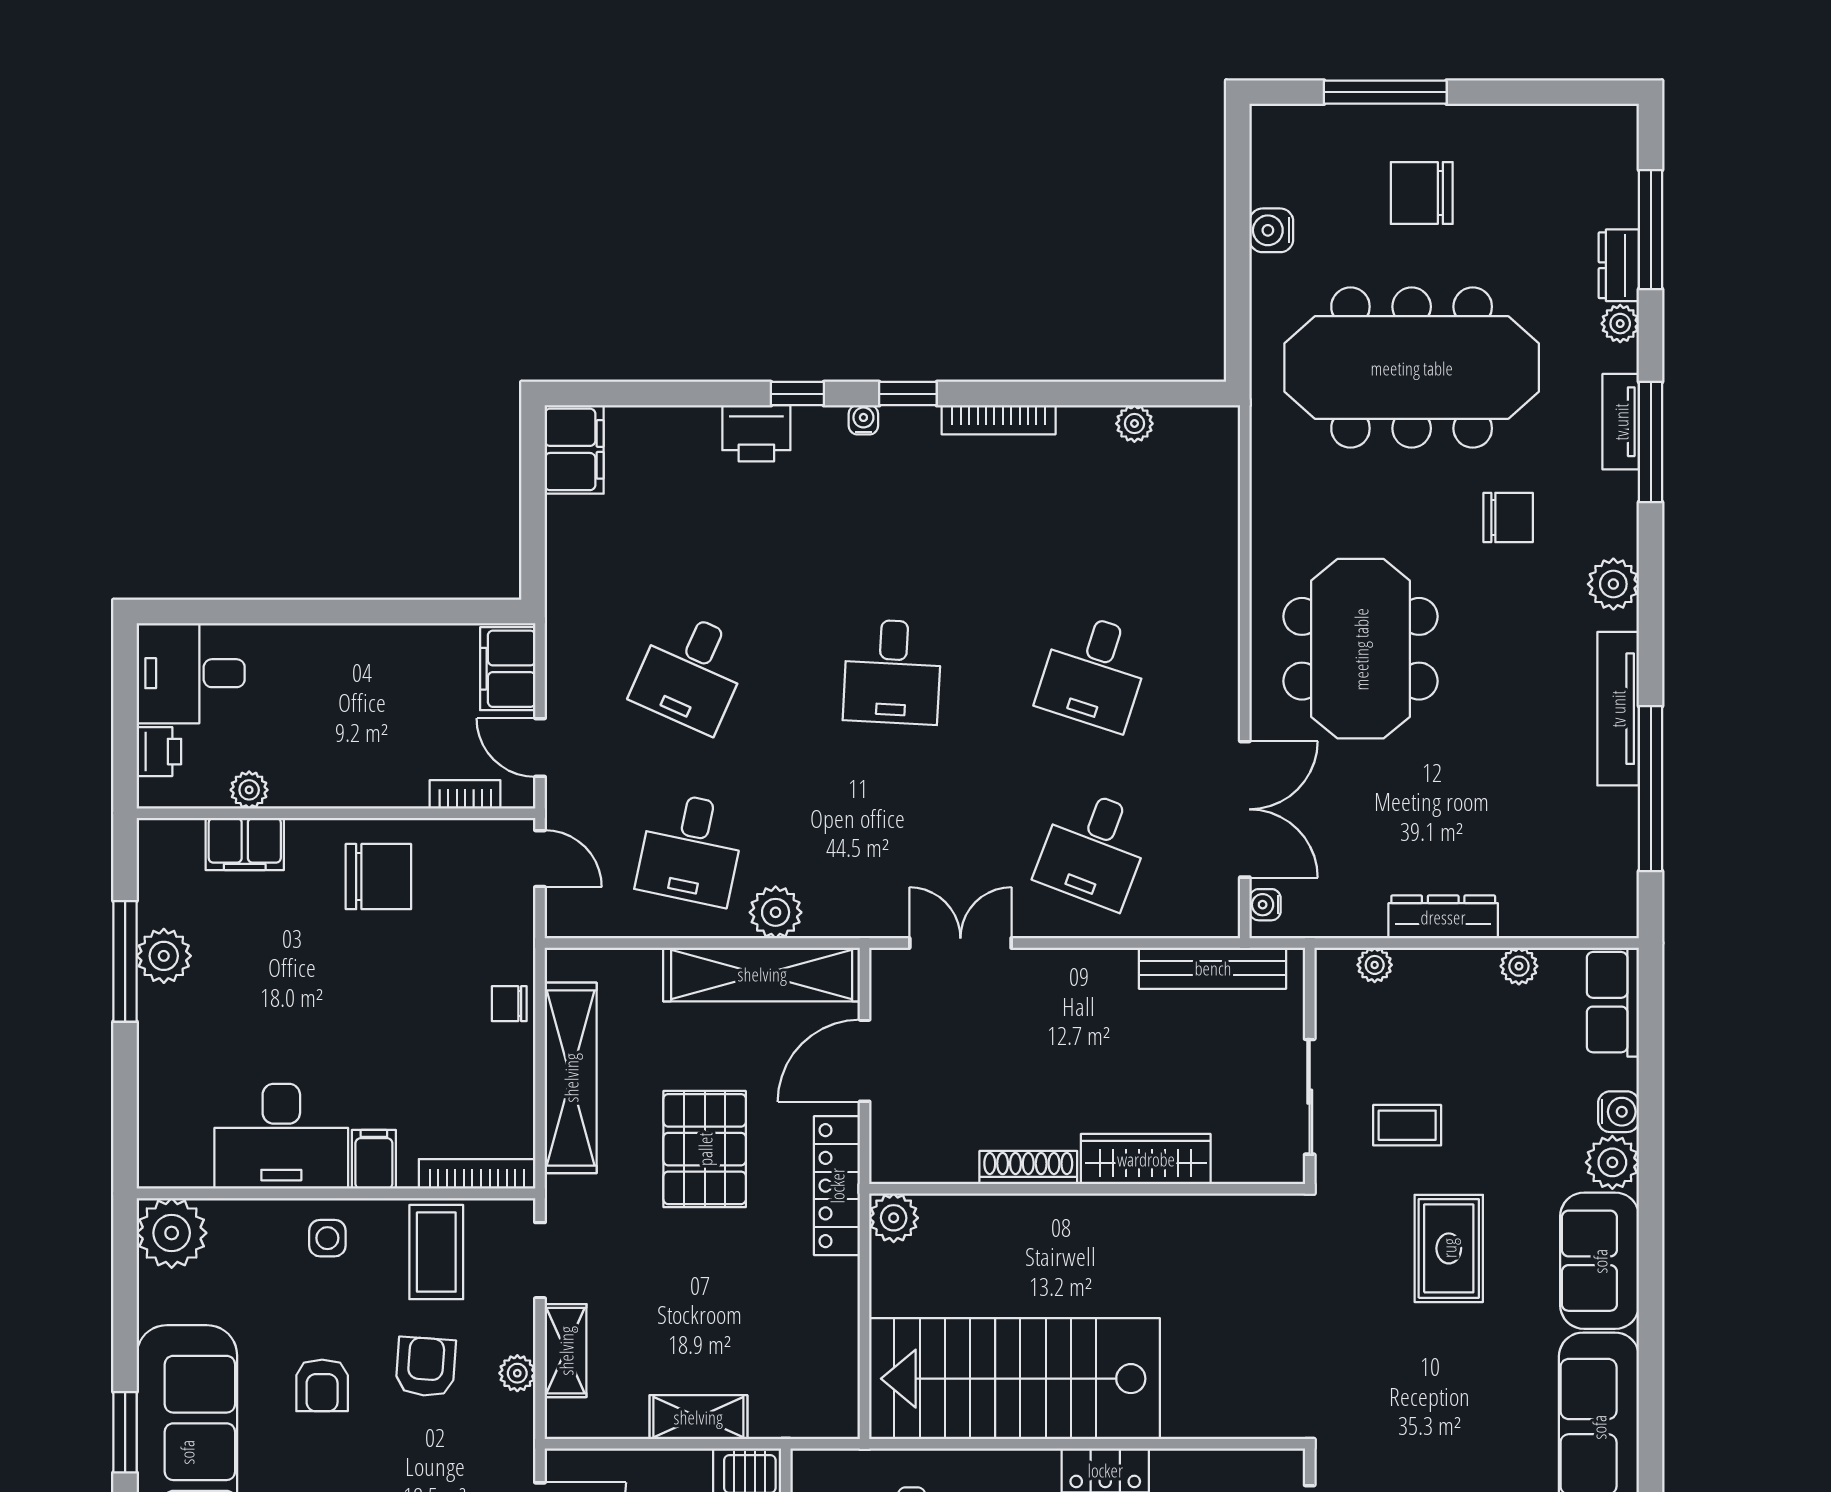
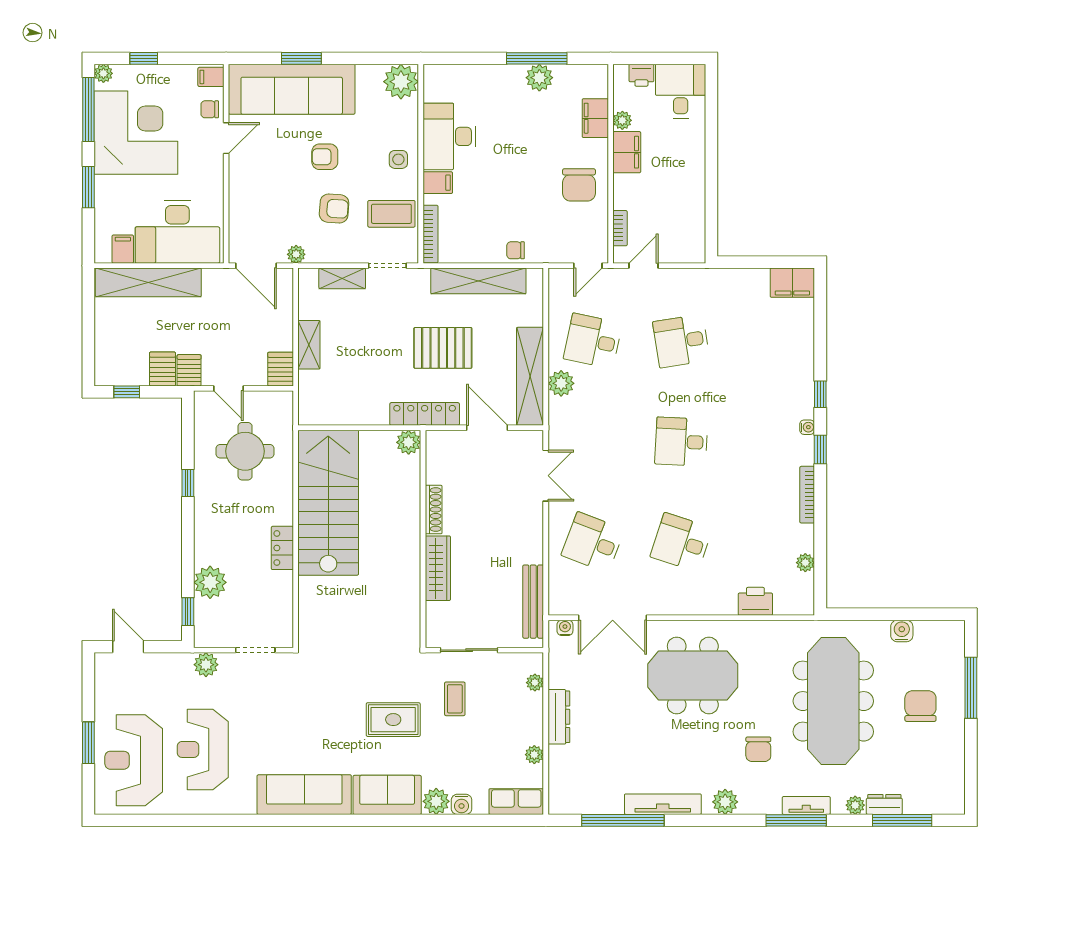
printer: (756, 433) -> (755, 601), moved, turned 90
filing cabinet: (508, 669) -> (627, 152), moved, turned 90
desk: (691, 672) -> (681, 341), turned -33
chair: (509, 1004) -> (516, 250), turned -90
plant: (517, 1373) -> (296, 254), moved

